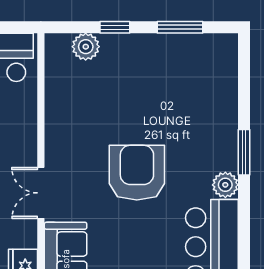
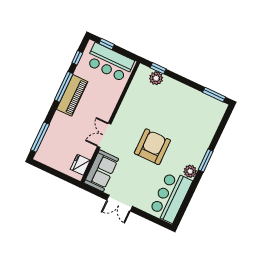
window: (115, 27) -> (158, 68), moved
window: (180, 27) -> (214, 95), moved

